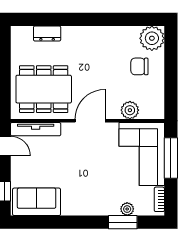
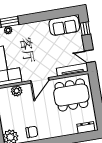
dresser: (47, 33) -> (86, 127), moved
chair: (139, 66) -> (32, 132), moved

